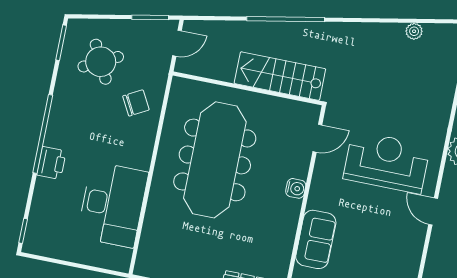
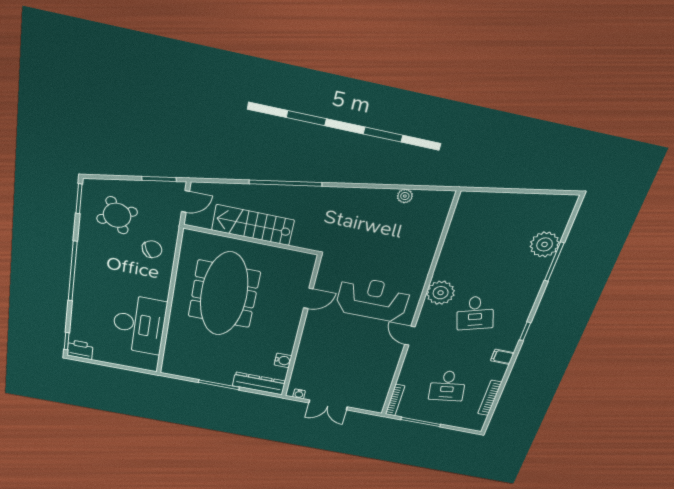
stairs: (280, 76) -> (253, 225), moved
door: (317, 138) -> (308, 298), moved
printer: (51, 163) -> (80, 350), moved, turned -90
water cooler: (296, 188) -> (283, 360), moved
sofa: (316, 239) -> (310, 353), removed

